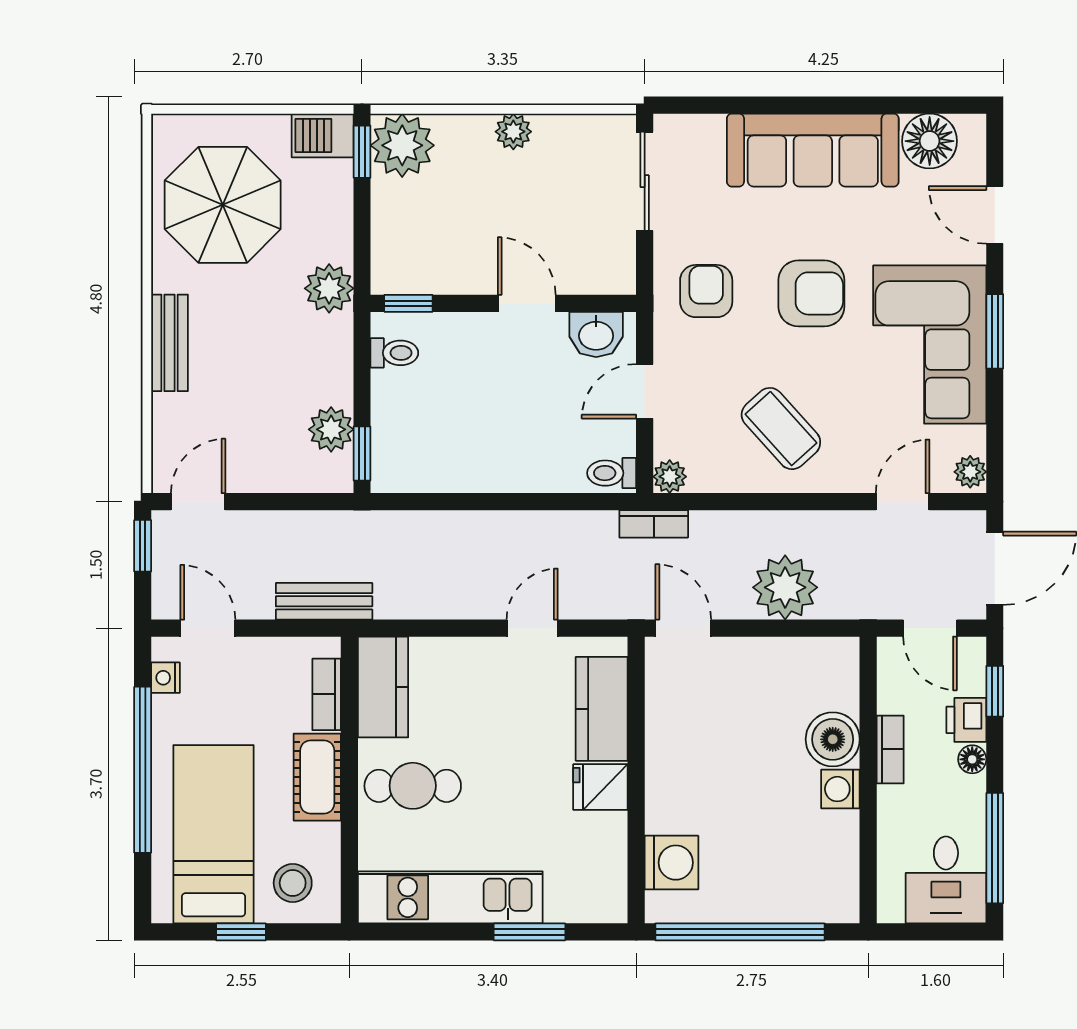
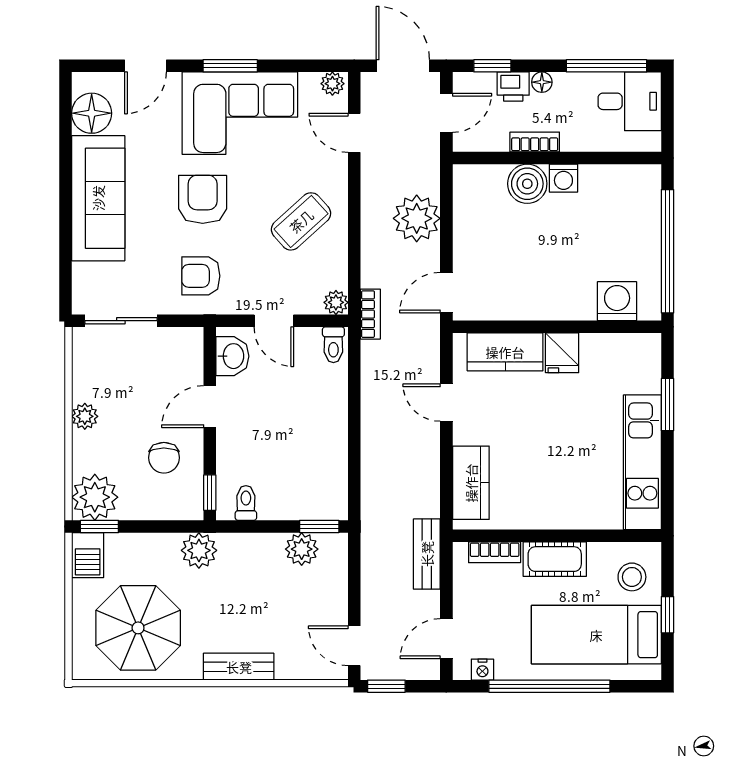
chair: (456, 240) -> (164, 458), added
kitchen counter: (383, 687) -> (471, 483), moved, turned 90
cafe table: (413, 786) -> (561, 490), removed

